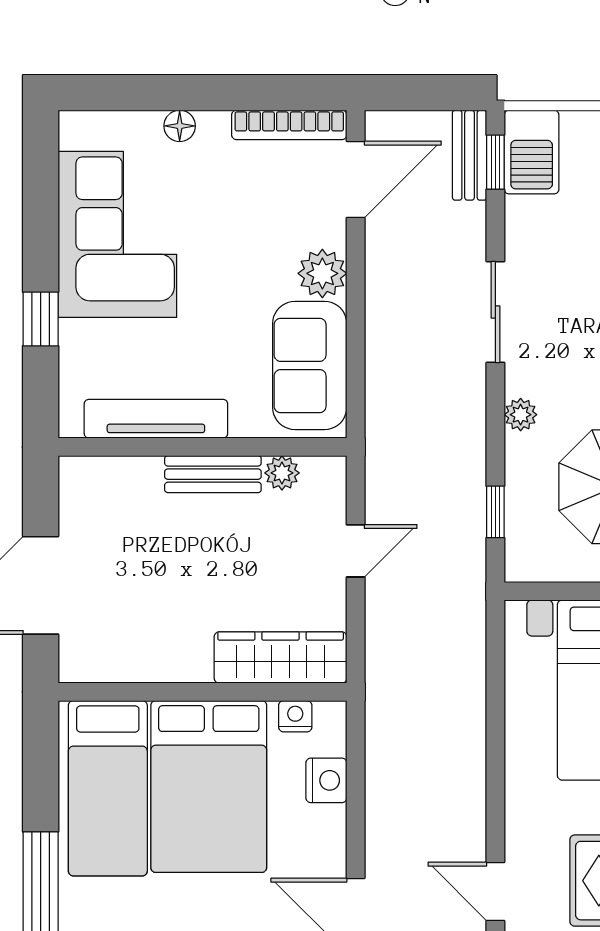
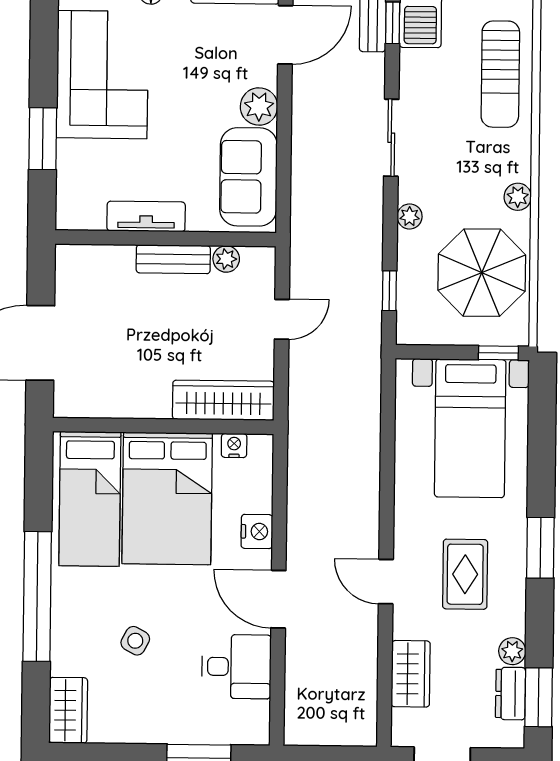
window: (41, 319) -> (43, 139), width x1.50
tv unit: (156, 419) -> (146, 216), width x0.71
nightstand: (326, 780) -> (257, 531), moved

